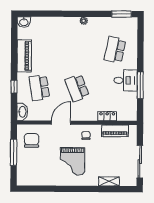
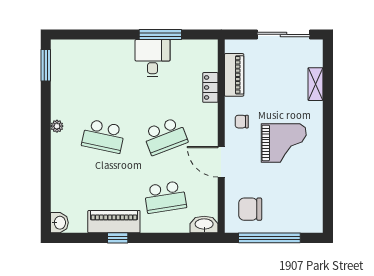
school desk: (115, 50) -> (103, 136), moved
window: (14, 87) -> (118, 238), moved
window: (14, 152) -> (269, 238), width x1.46

